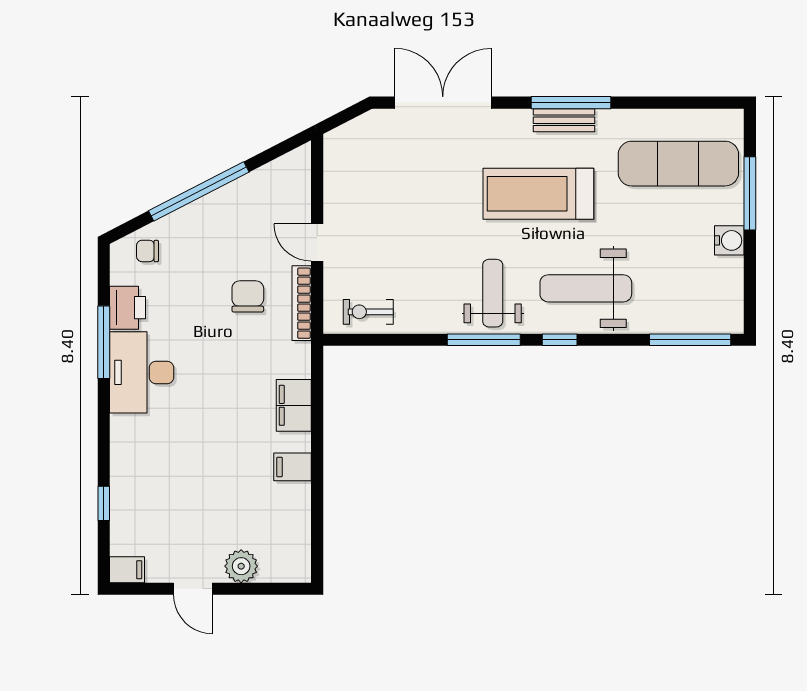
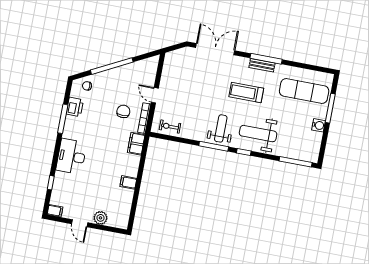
treadmill: (538, 194) -> (246, 92), width x0.73, depth x0.73
desk: (142, 372) -> (71, 156), moved
filing cabinet: (294, 405) -> (136, 144), moved

